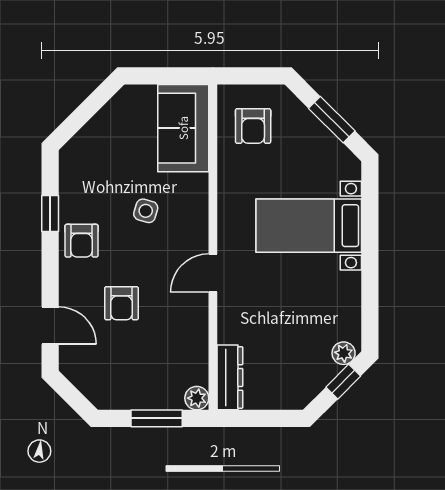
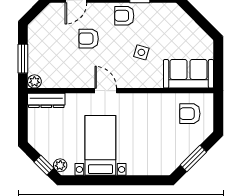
bed with nightstands: (309, 226) -> (100, 145), moved

